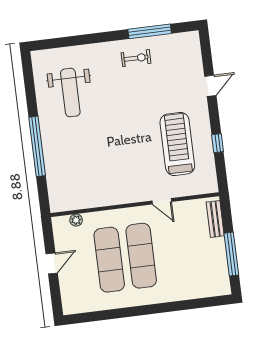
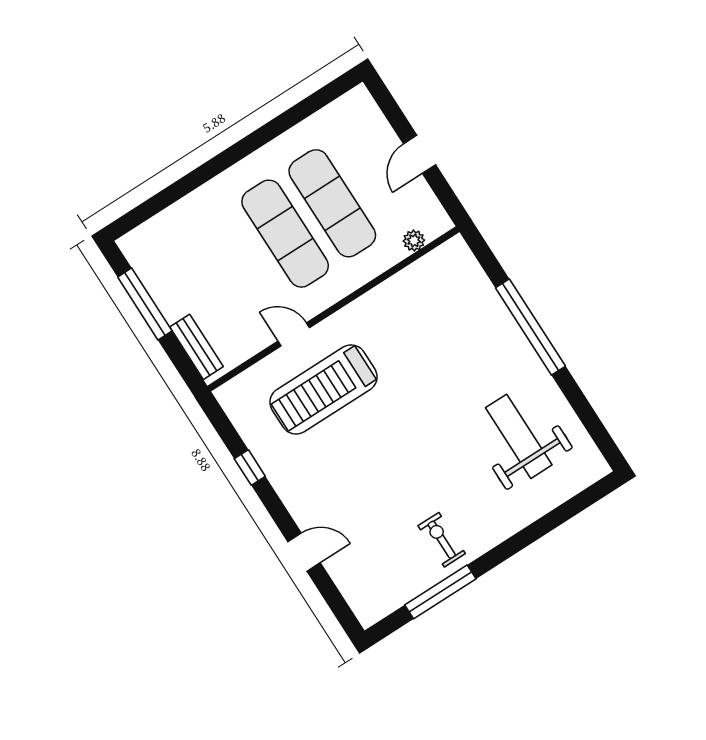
exercise bike: (136, 58) -> (442, 540), turned 90
door: (210, 86) -> (304, 552), swing flipped
treadmill: (177, 144) -> (324, 389), moved, turned 90

